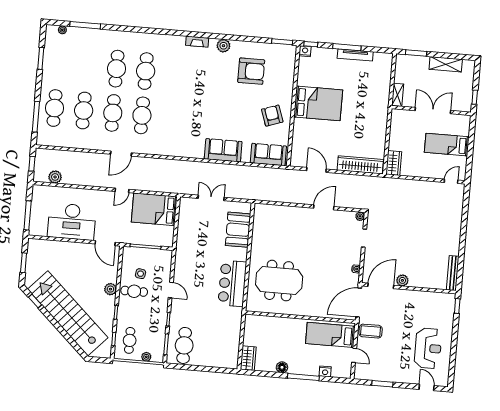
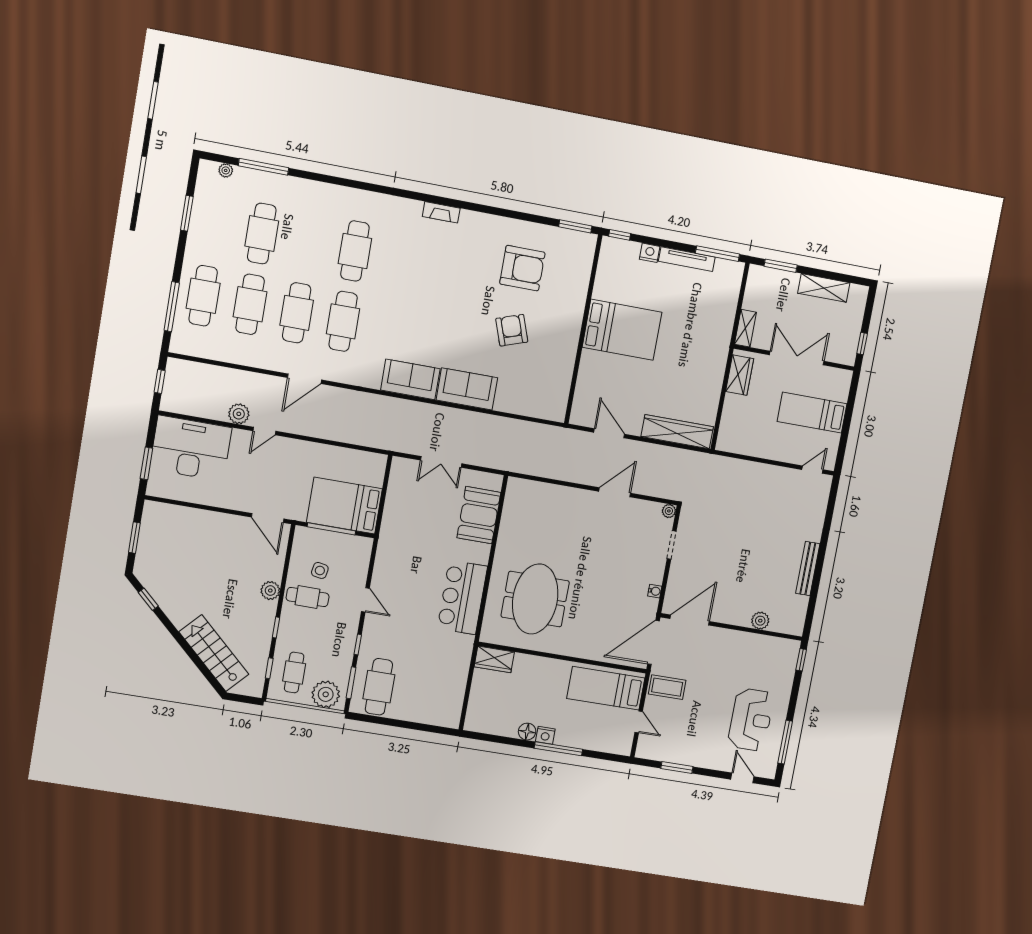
plant: (223, 46) -> (482, 223), removed
window: (347, 47) -> (717, 254), moved
nightstand: (305, 51) -> (650, 253), moved
cafe table: (117, 69) -> (262, 234), moved
armchair: (272, 116) -> (512, 330), moved
sofa: (268, 154) -> (410, 379), moved
wardrobe: (394, 163) -> (740, 375), moved
plant: (55, 177) -> (239, 414), moved
door: (122, 190) -> (264, 431), moved
double door: (211, 198) -> (441, 462), swing flipped
bed: (154, 209) -> (344, 505), moved
window: (28, 215) -> (146, 463), width x0.69
desk: (72, 222) -> (191, 448), moved, turned 180
bench: (453, 273) -> (808, 569), moved
plant: (402, 280) -> (760, 621), moved
meeting table: (279, 281) -> (535, 599), turned 90
stairs: (68, 313) -> (214, 653), width x0.54, depth x0.66
plant: (146, 357) -> (326, 694), width x1.88, depth x1.88
wardrobe: (248, 358) -> (494, 659), moved, turned 90
window: (452, 361) -> (785, 742), added
nightstand: (325, 371) -> (545, 735), moved

